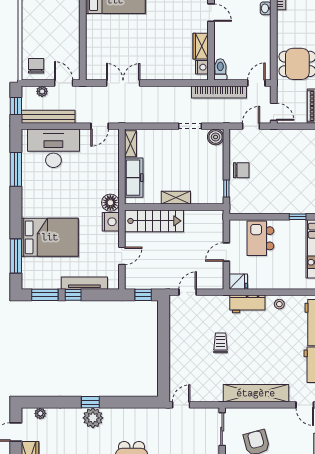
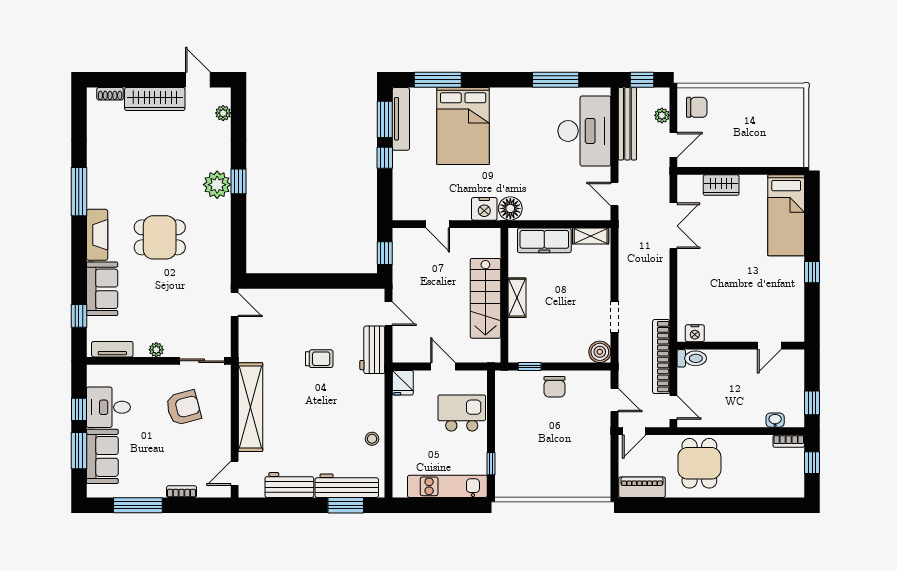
wardrobe: (201, 46) -> (721, 185), moved, turned 180
stairs: (154, 221) -> (485, 298), moved
tv unit: (84, 283) -> (401, 119), moved
workbench: (247, 304) -> (372, 350), moved

